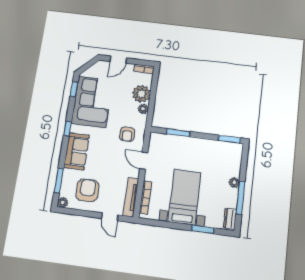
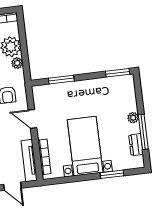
dresser: (230, 219) -> (136, 145), moved

